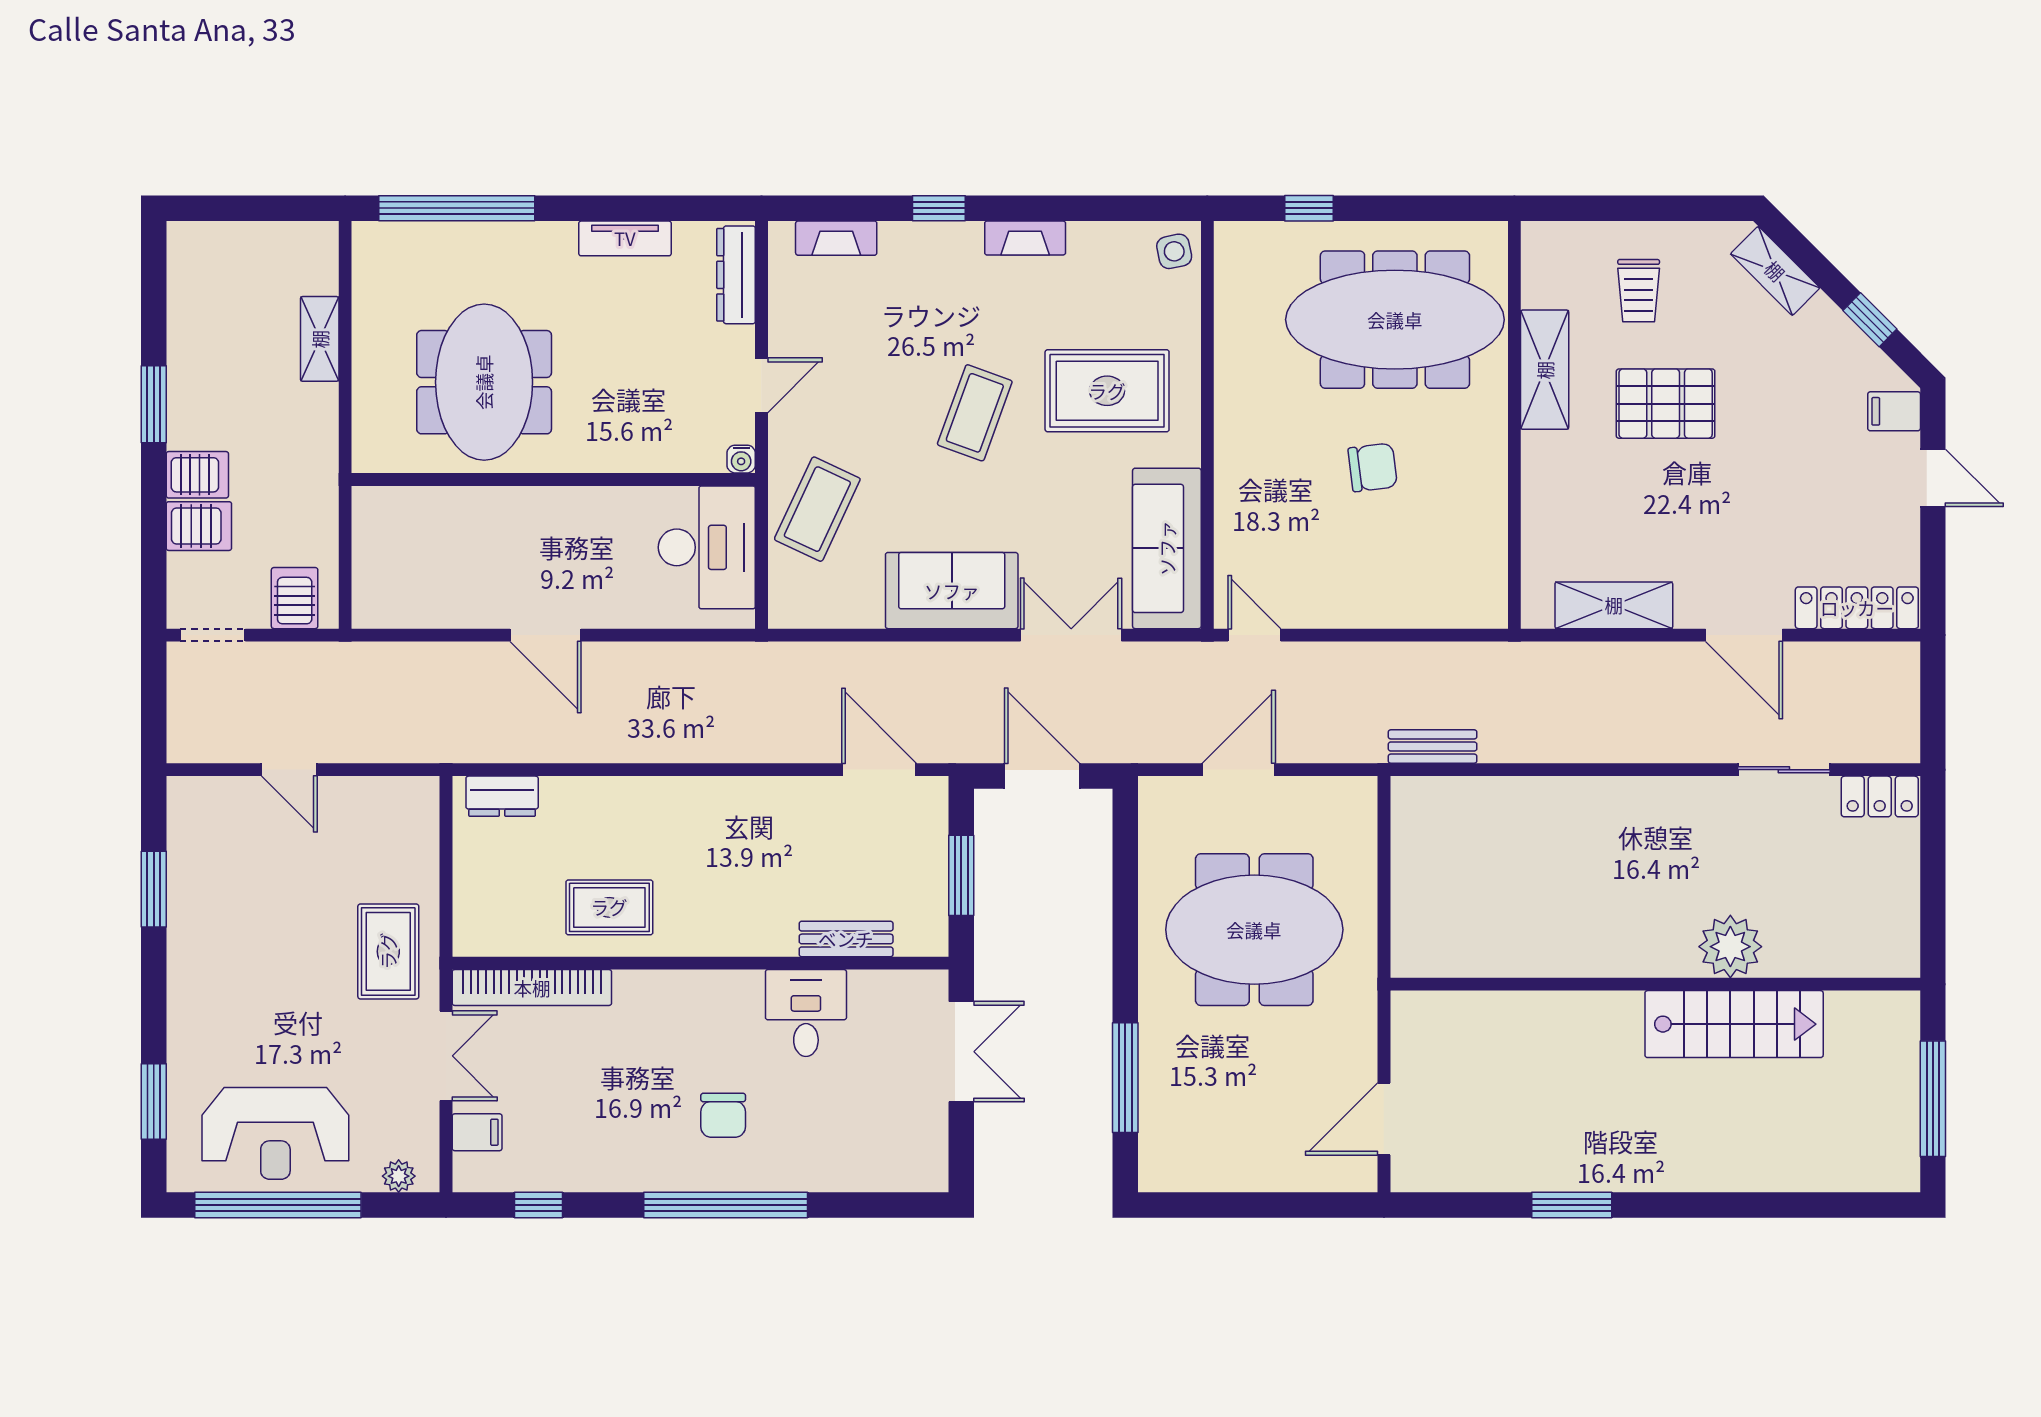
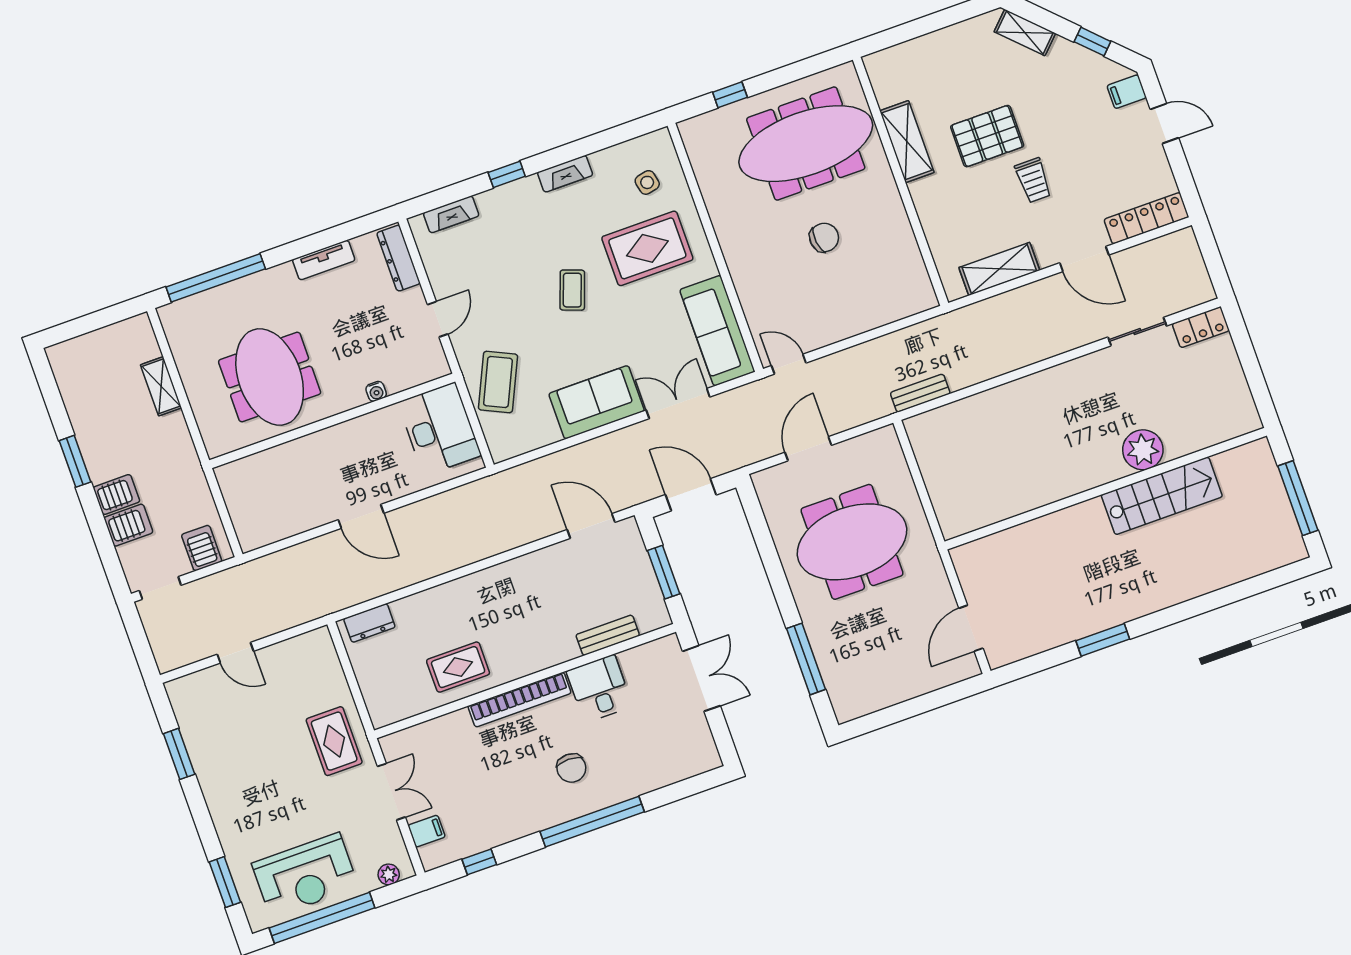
side table: (1174, 251) -> (647, 182), moved
trolley: (1639, 291) -> (1033, 180), moved
coffee table: (975, 413) -> (572, 290), width x0.73, depth x0.77
water cooler: (741, 459) -> (376, 391), moved
bookcase: (532, 988) -> (520, 700), moved

